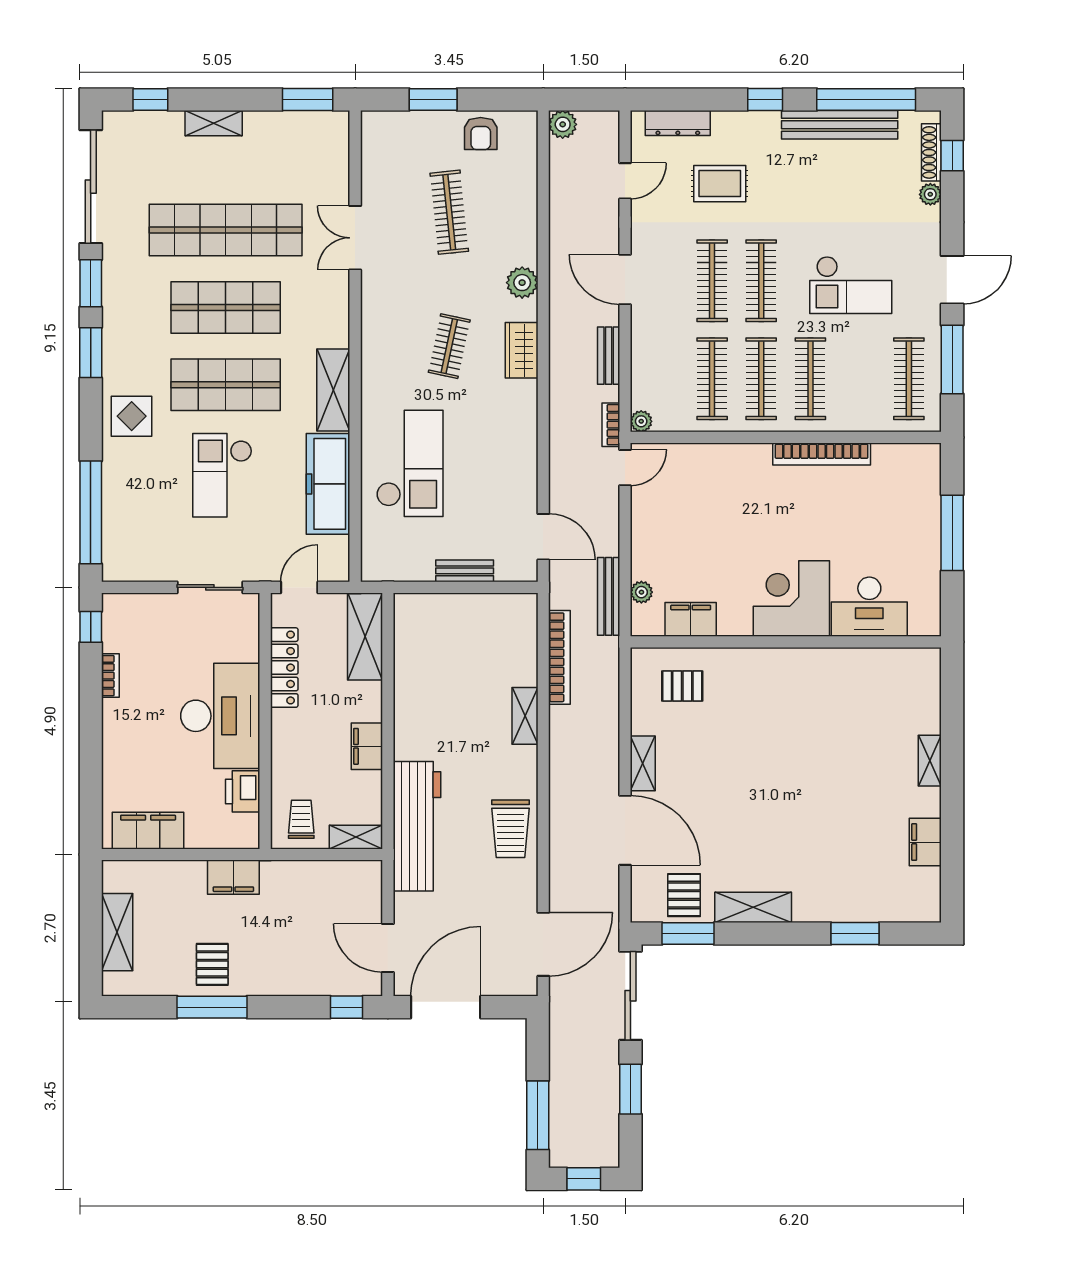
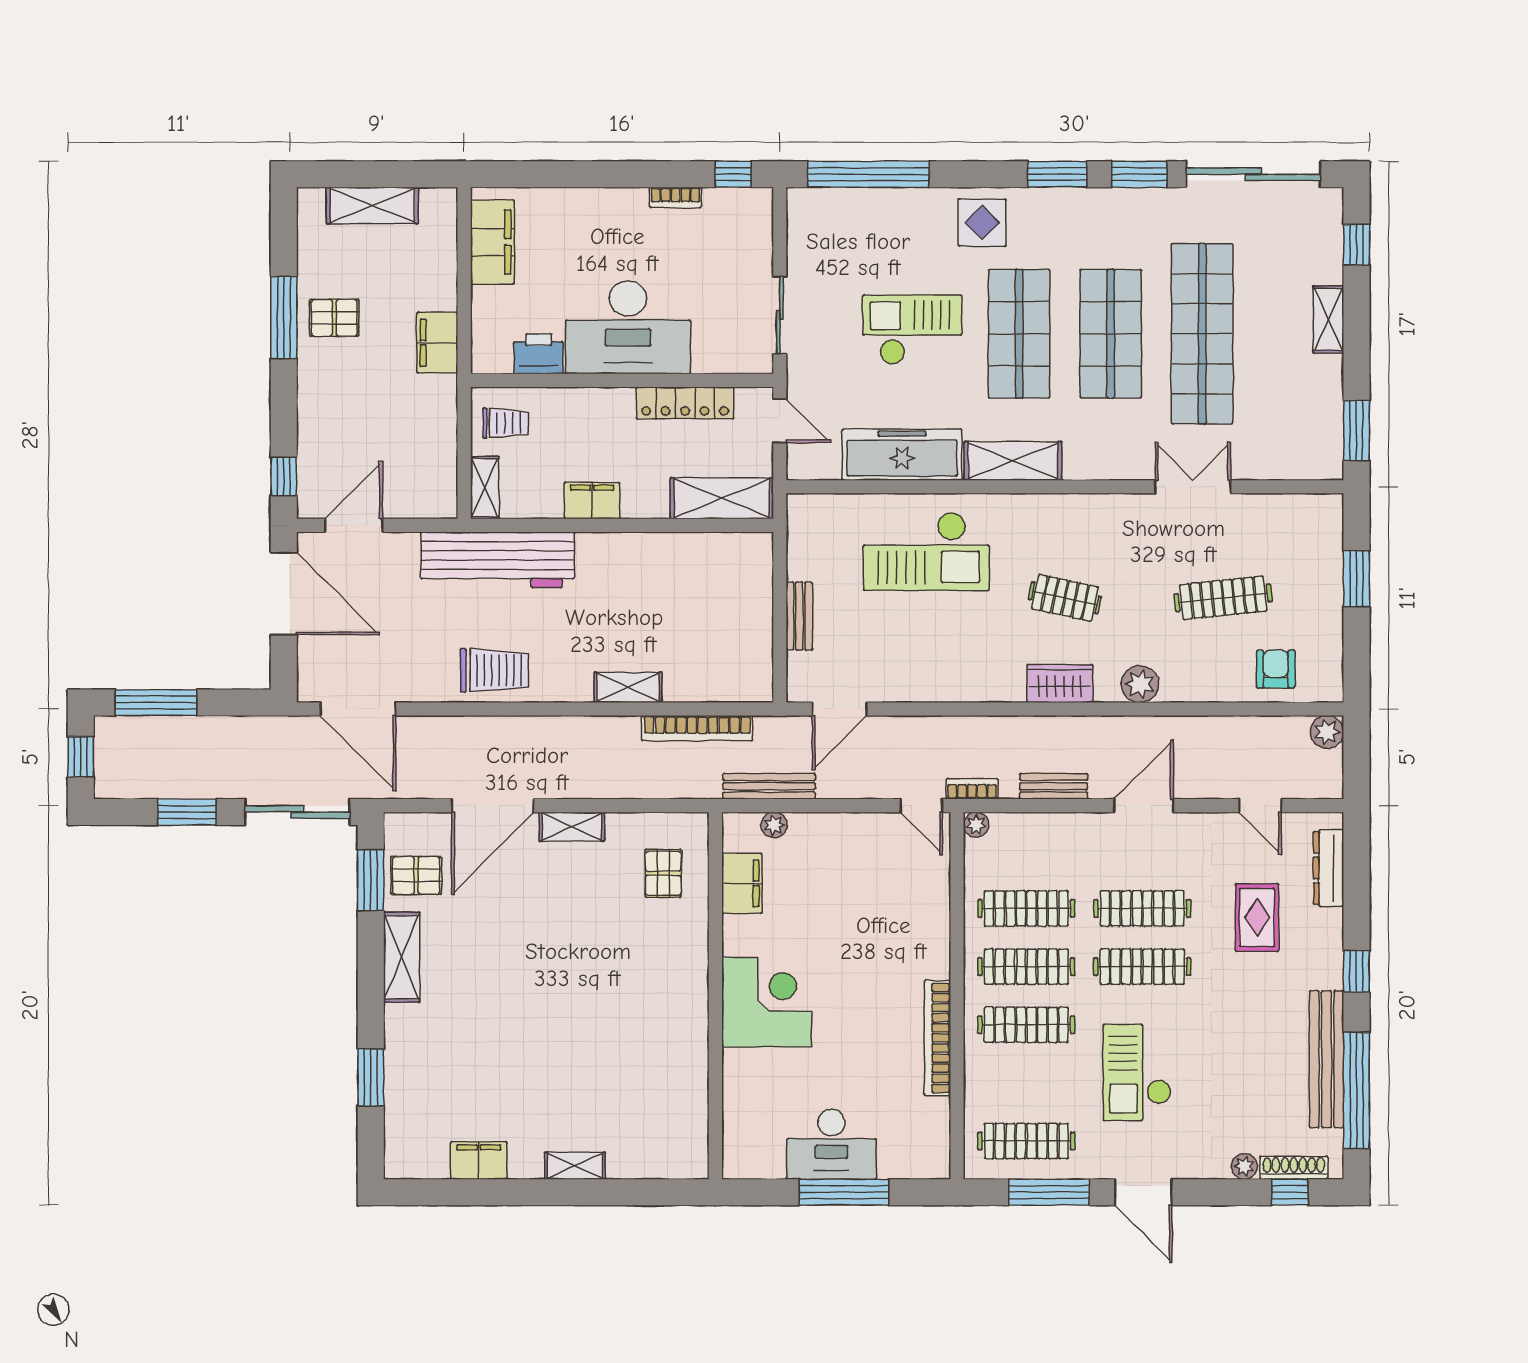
armchair: (481, 133) -> (1276, 669), moved, turned 90
desk: (869, 607) -> (831, 1144), moved, turned -90
trolley: (510, 829) -> (495, 670), turned 180

